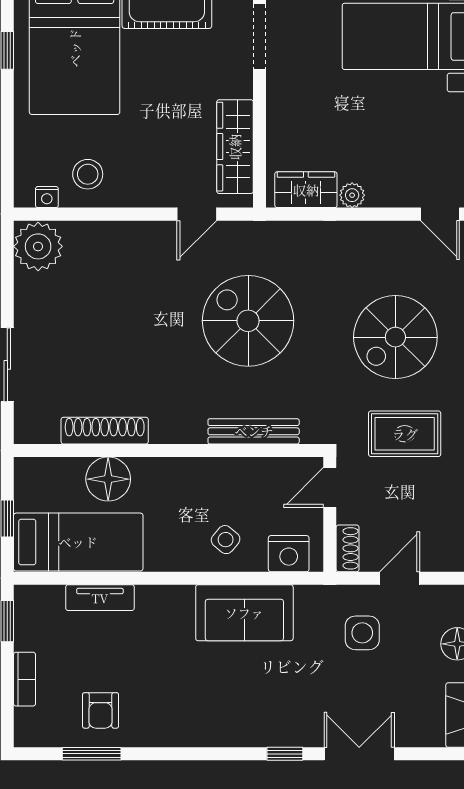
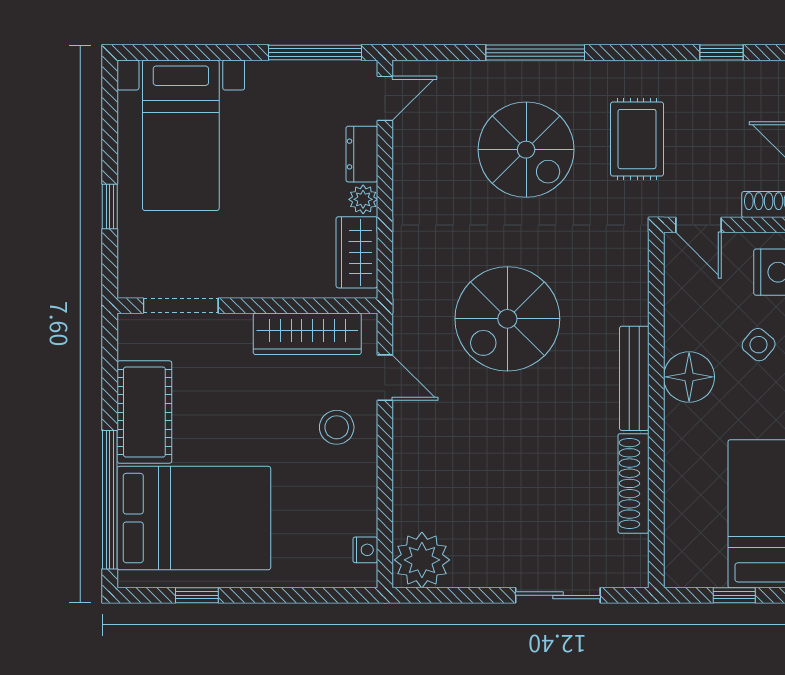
stool: (88, 174) -> (337, 427), moved
dresser: (392, 194) -> (362, 154), added
bench: (254, 431) -> (634, 378), moved
floor lamp: (108, 479) -> (689, 377), moved

